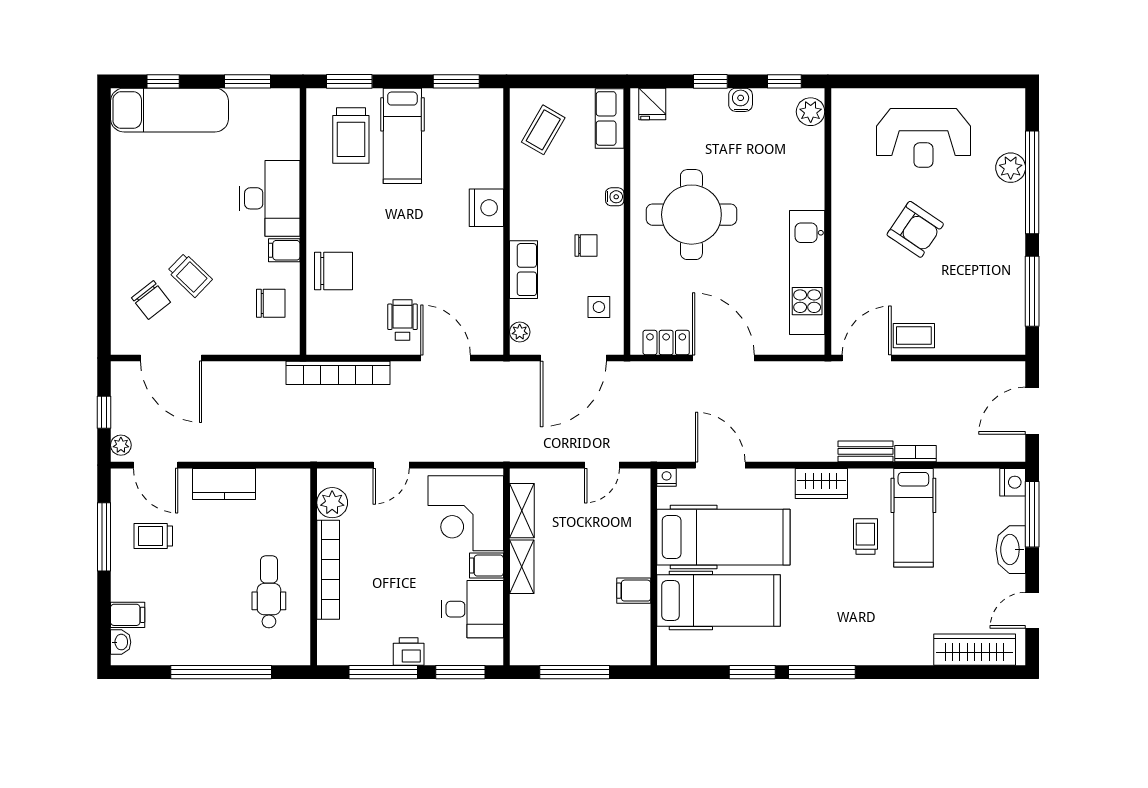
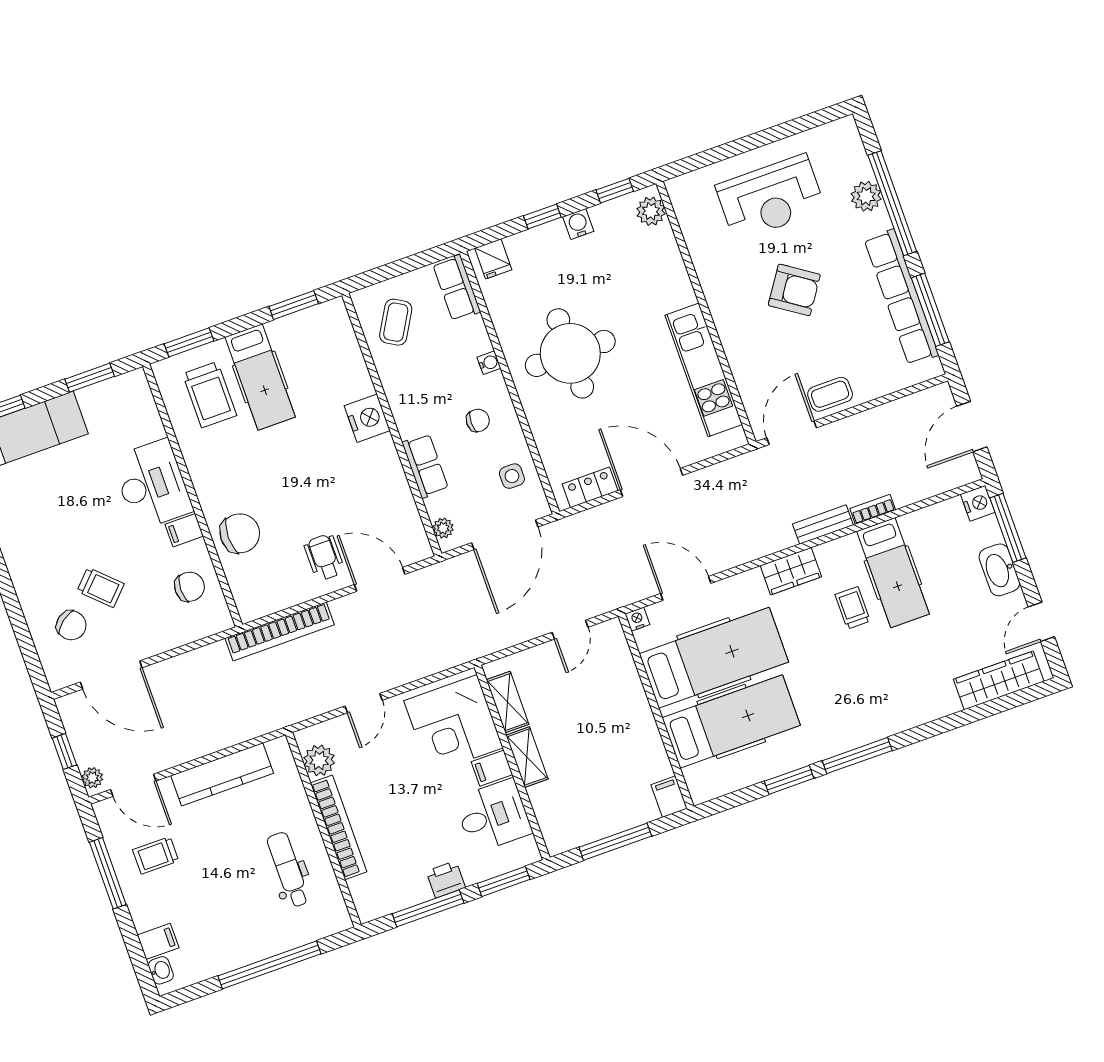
row of seats: (1010, 271) -> (901, 297), added
kitchen counter: (224, 484) -> (222, 774), width x1.50
filing cabinet: (634, 591) -> (669, 797), moved, turned 90

